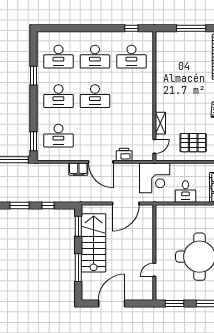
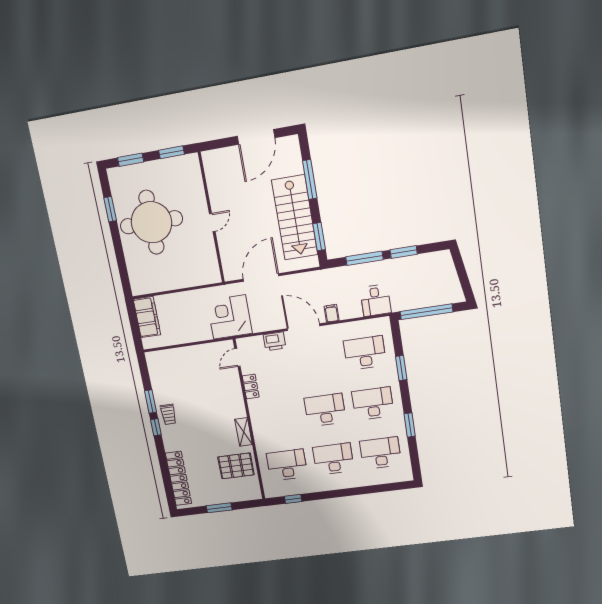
window: (191, 28) -> (219, 508), width x0.69
locker: (148, 122) -> (251, 386), added
shelving: (160, 123) -> (244, 432), moved
window: (33, 141) -> (401, 368), moved
pallet: (193, 143) -> (236, 466), moved
filing cabinet: (78, 169) -> (332, 313), width x0.50
desk: (185, 192) -> (376, 300), moved, turned 180
window: (48, 206) -> (365, 258), width x2.17
door: (154, 270) -> (212, 223), moved

